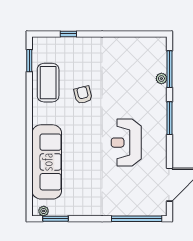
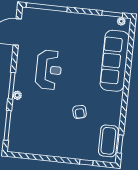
plant: (161, 79) -> (17, 95), moved
coffee table: (48, 83) -> (108, 141), moved

